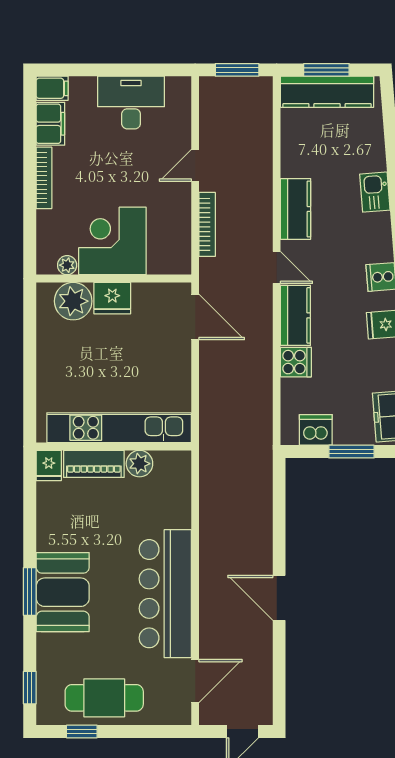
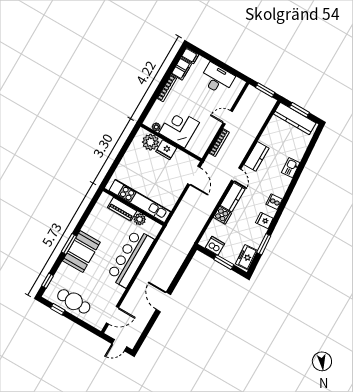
fridge: (49, 465) -> (104, 200), removed
bar counter: (165, 594) -> (130, 258), moved

